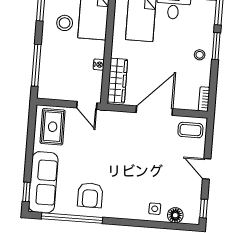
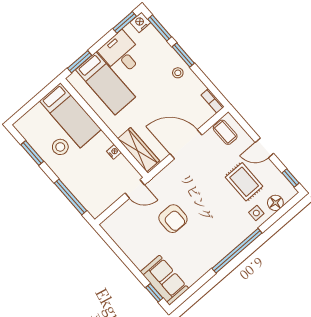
door: (154, 111) -> (186, 144), hinge flipped
rug: (53, 127) -> (244, 182), moved
coffee table: (190, 130) -> (225, 132), turned 90
sofa: (43, 182) -> (164, 280), width x0.73
armchair: (90, 195) -> (173, 219), moved
window: (72, 218) -> (237, 251), moved

